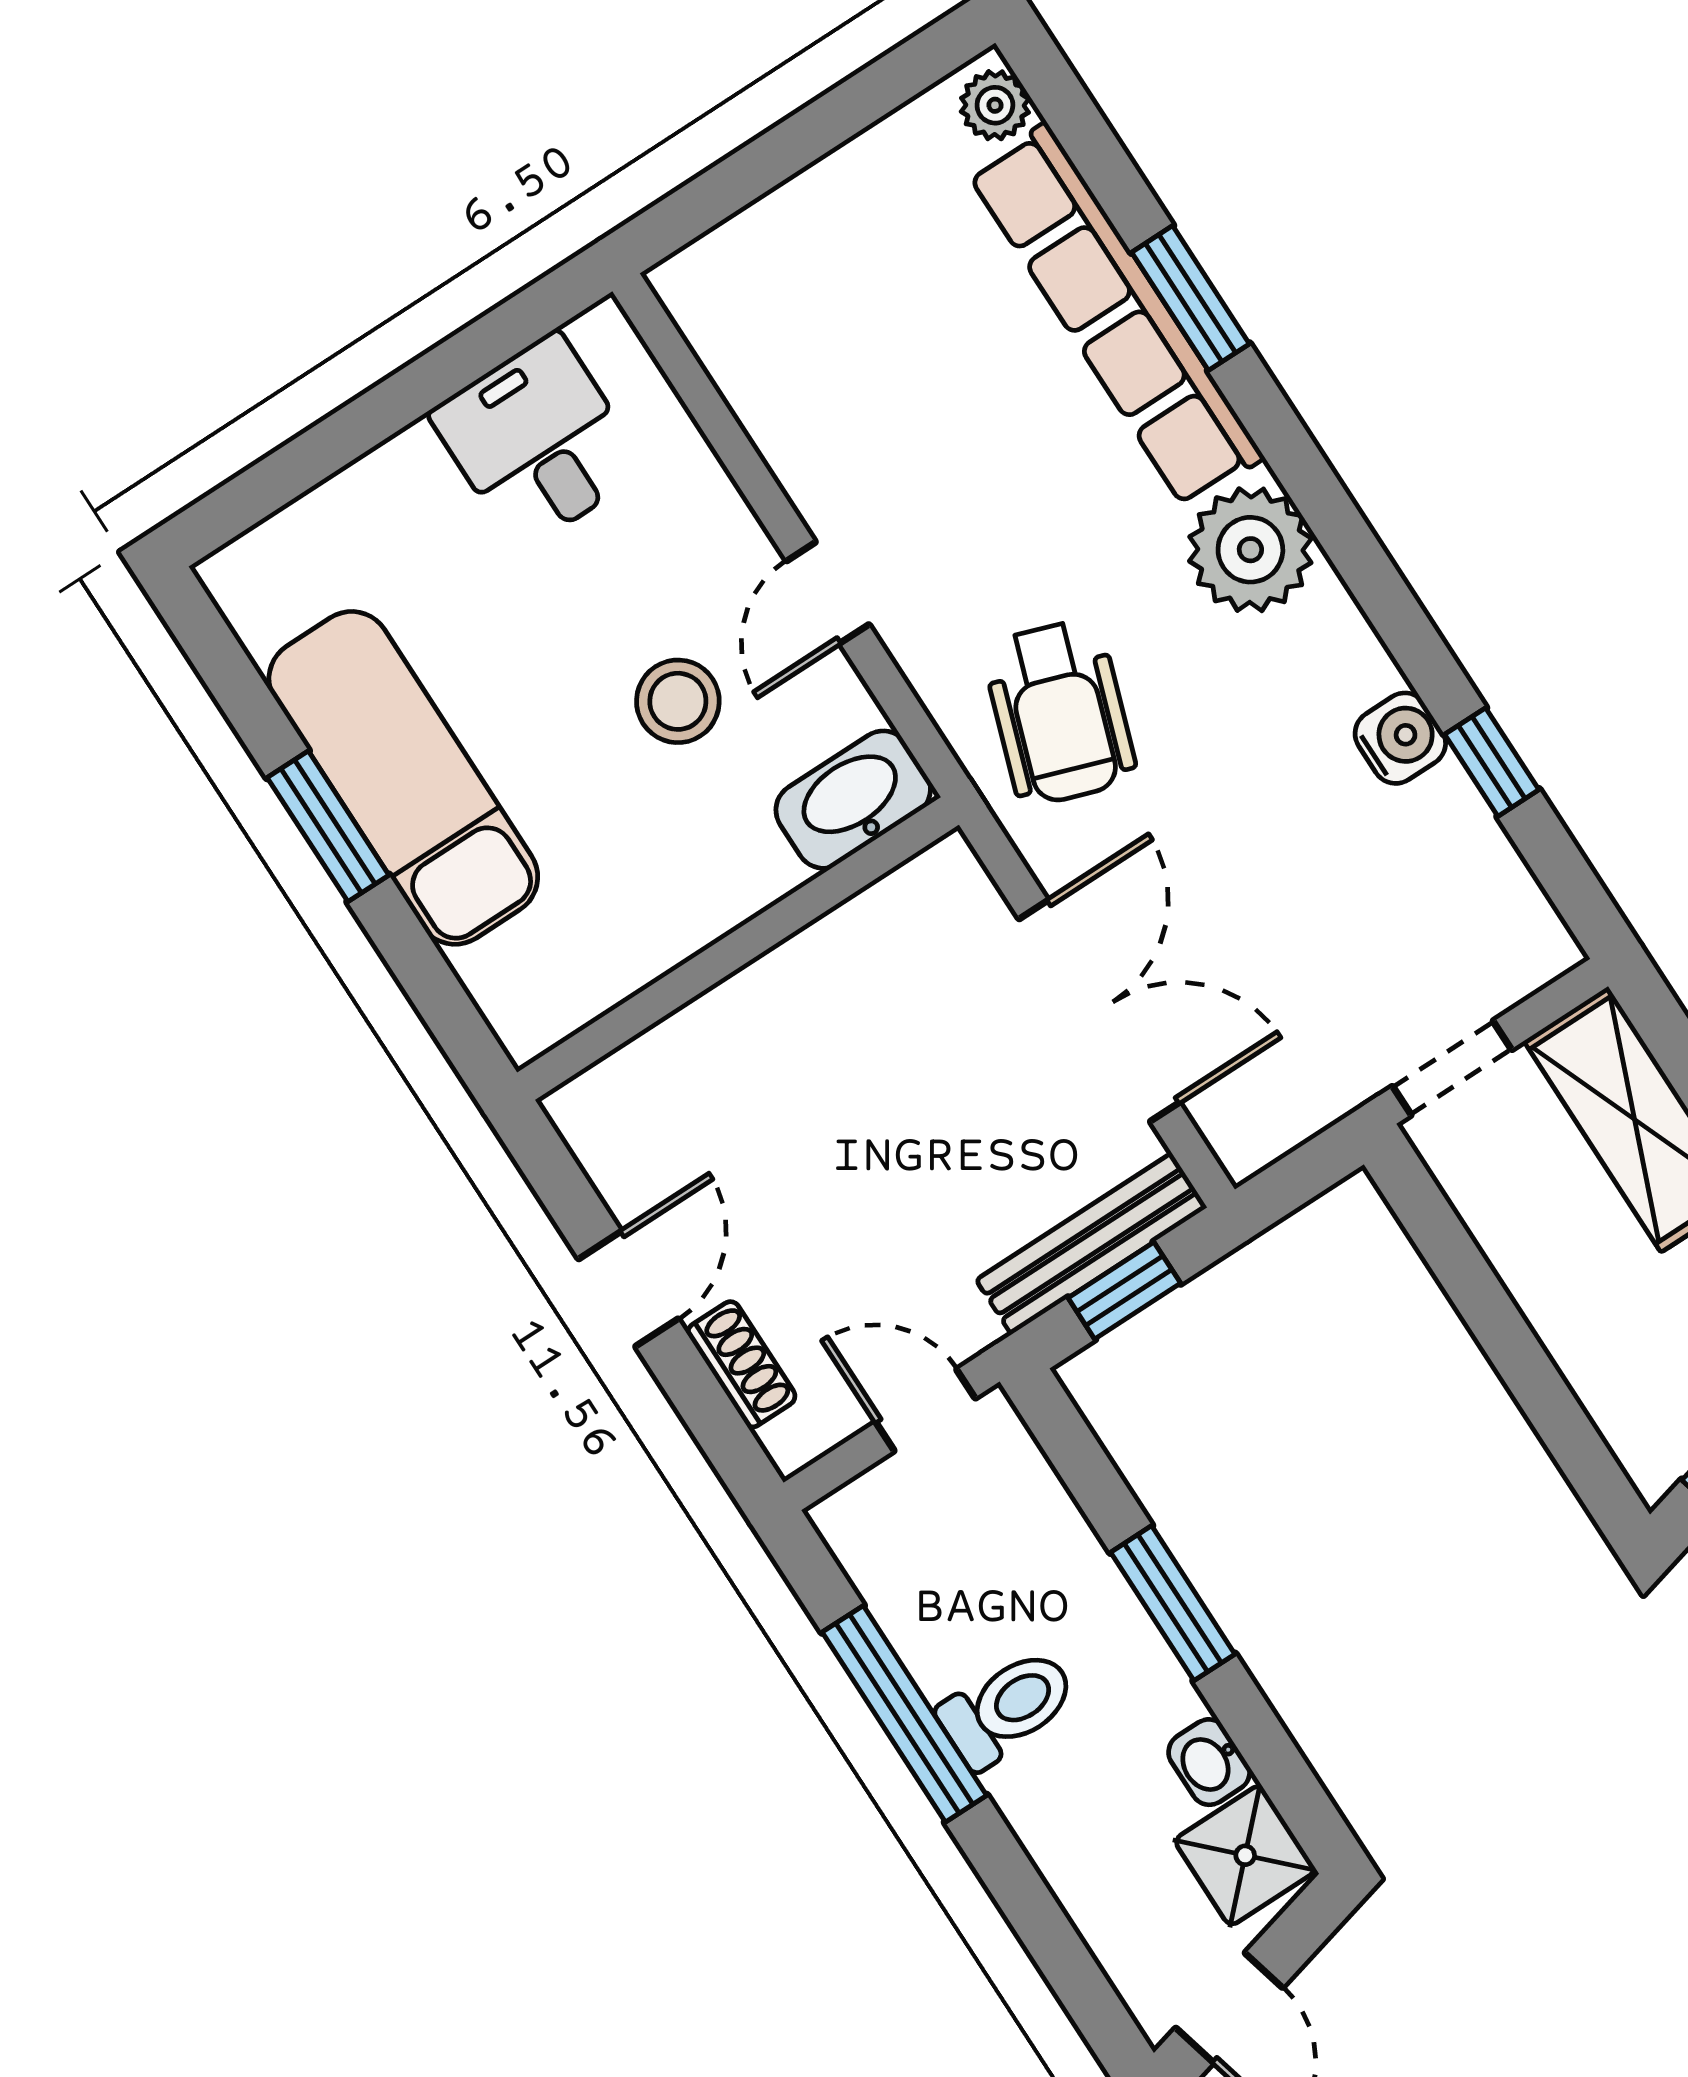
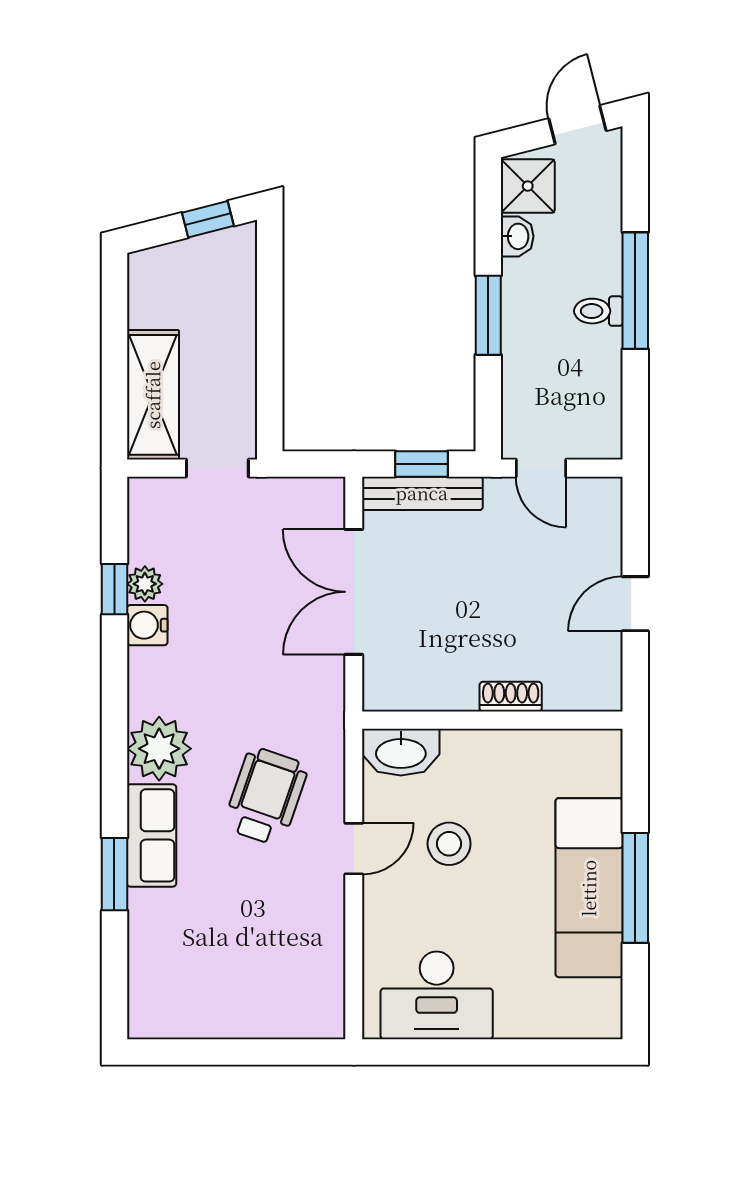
plant: (995, 105) -> (145, 584), moved
row of seats: (1116, 315) -> (152, 835), width x0.50
desk: (538, 441) -> (437, 995), width x1.37
wheelchair: (1059, 712) -> (266, 796), moved
window: (328, 826) -> (635, 888), width x1.44
shoe rack: (741, 1364) -> (511, 697), moved, turned 90
toilet: (1007, 1708) -> (598, 311), width x0.73, depth x0.72
window: (904, 1714) -> (635, 291), moved

